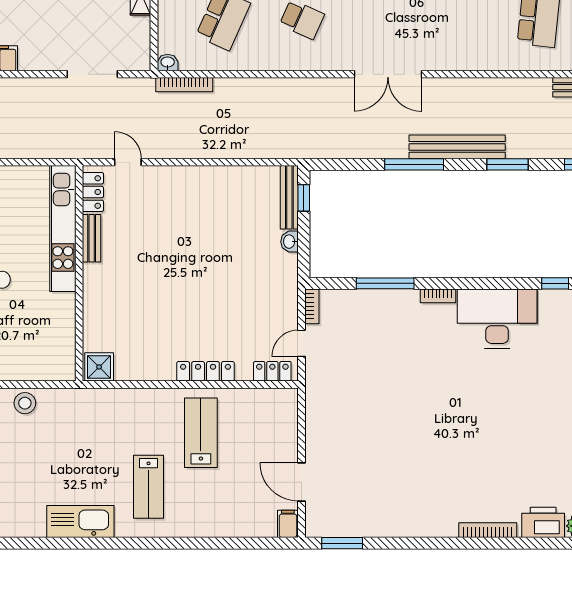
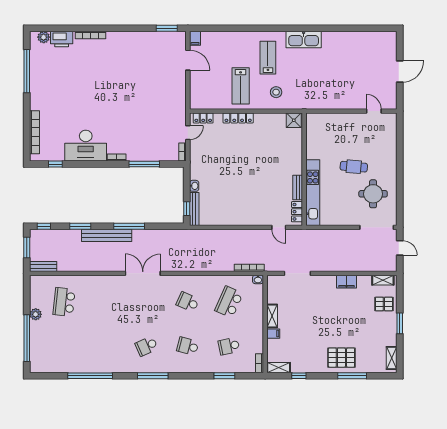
stool: (25, 403) -> (276, 92), moved

